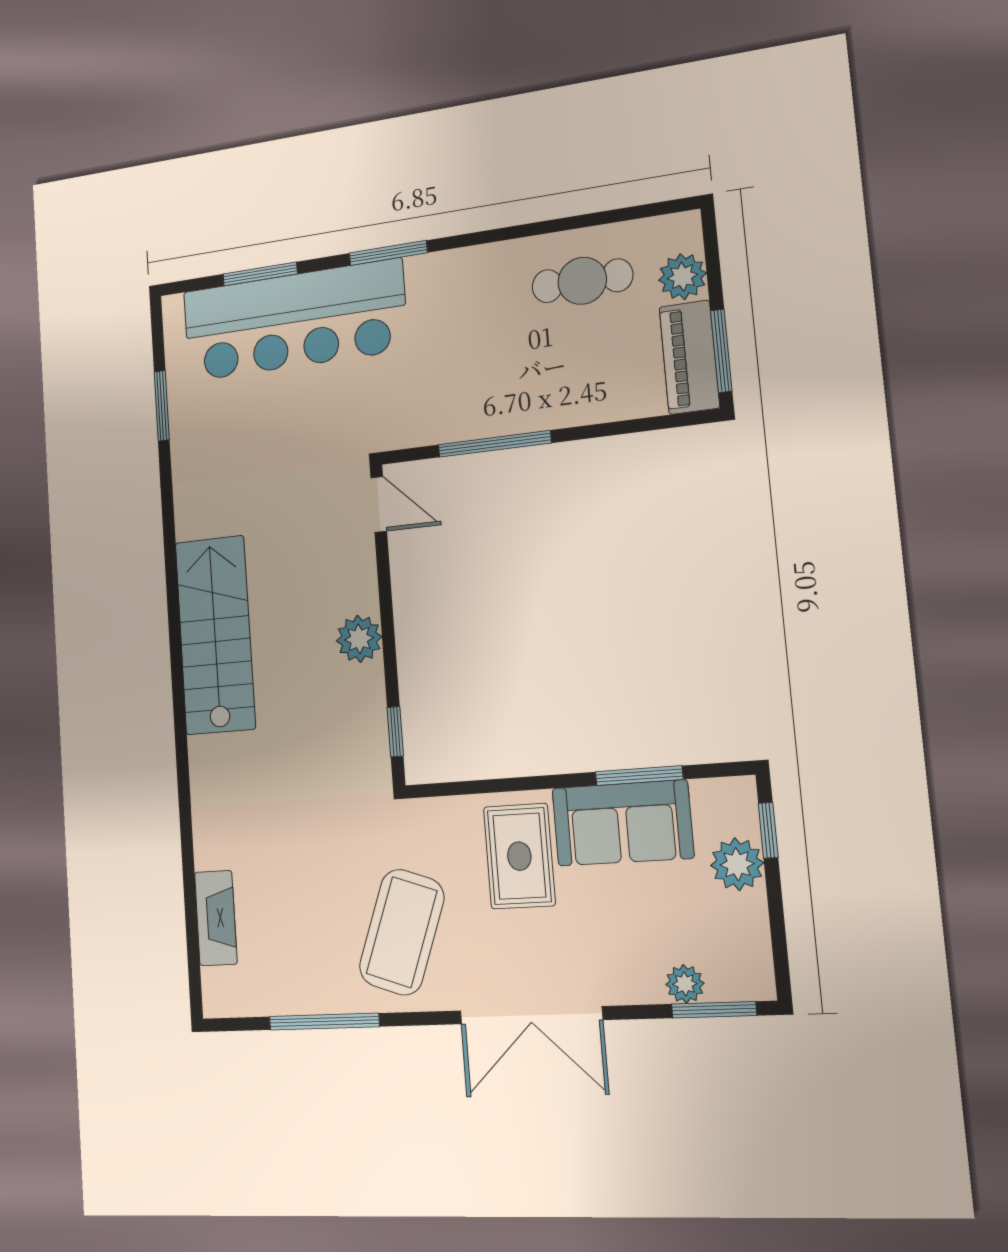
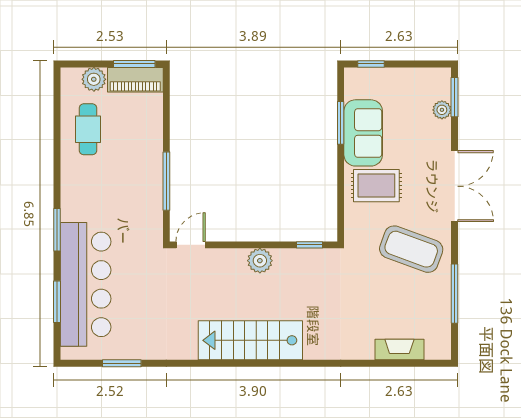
plant: (737, 864) -> (386, 80), removed

